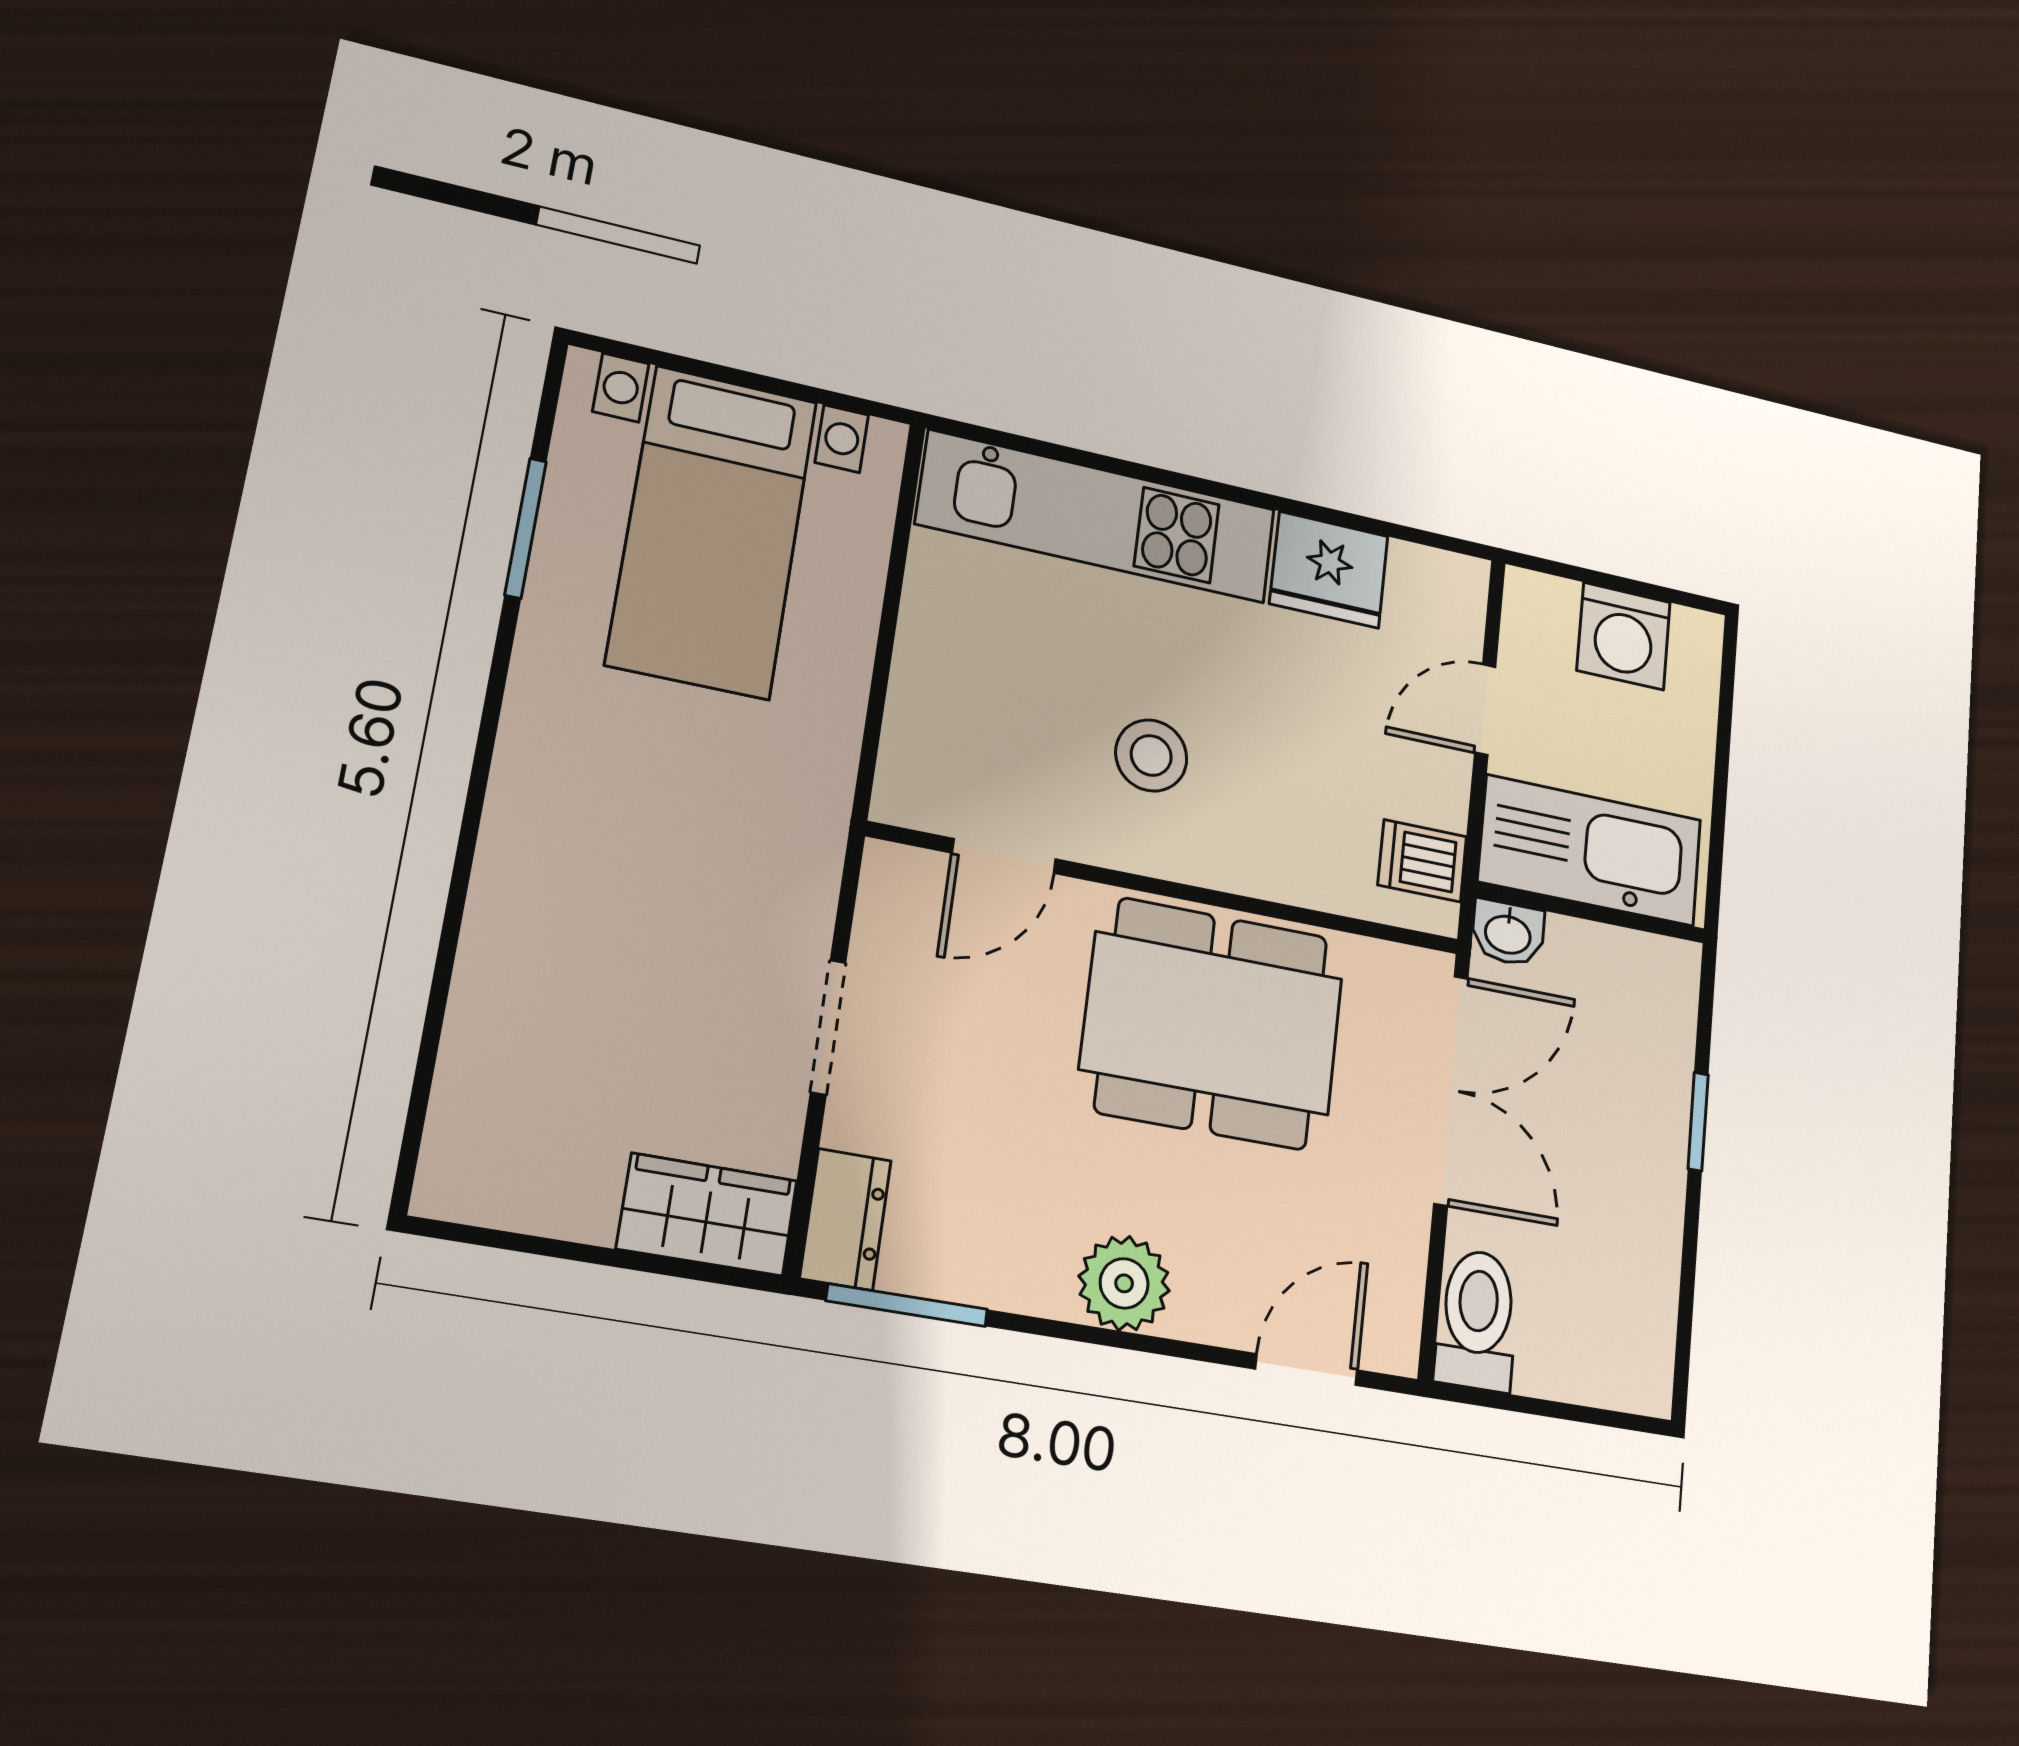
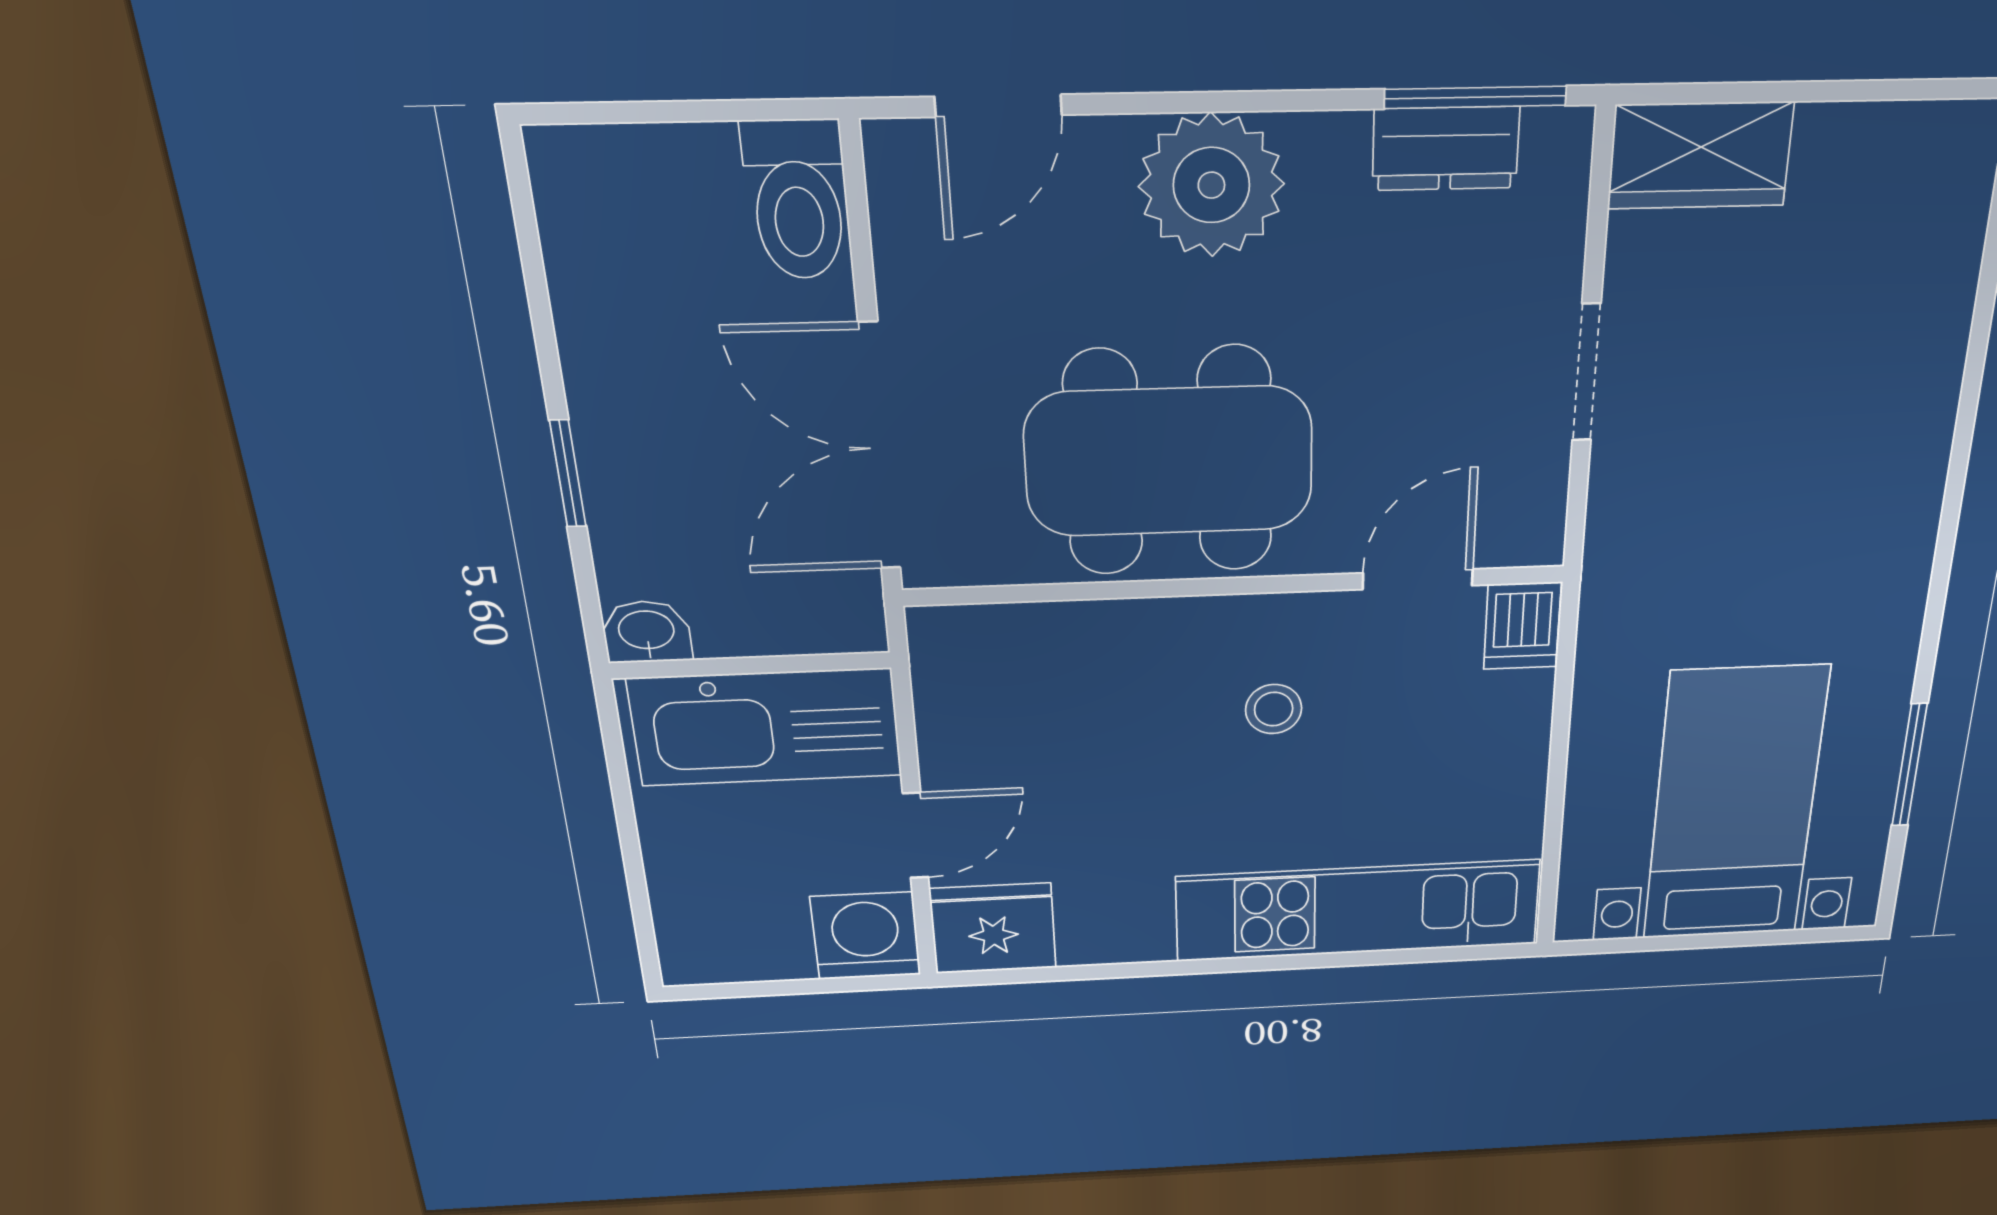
fridge: (1329, 570) -> (993, 928), moved
washing machine: (1624, 636) -> (866, 936), moved
stool: (1151, 755) -> (1274, 709), width x0.73, depth x0.73
dishwasher: (1422, 861) -> (1522, 626), moved, turned 90
washbasin: (1508, 933) -> (647, 632), moved
dresser: (846, 1219) -> (1446, 149), moved, turned -90
plant: (1124, 1283) -> (1211, 185), width x1.36, depth x1.36

